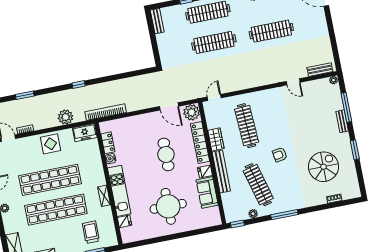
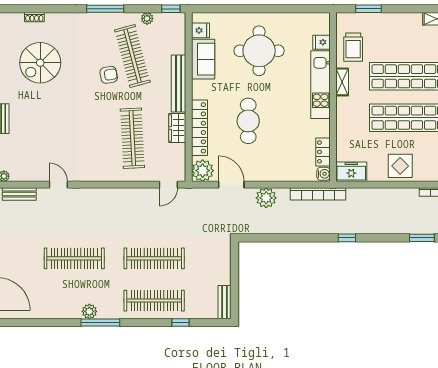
plant: (66, 117) -> (266, 198), moved
armchair: (280, 155) -> (109, 75), moved
water cooler: (111, 159) -> (324, 174), moved
fridge: (205, 172) -> (200, 30), moved
trolley: (91, 232) -> (353, 47), moved

